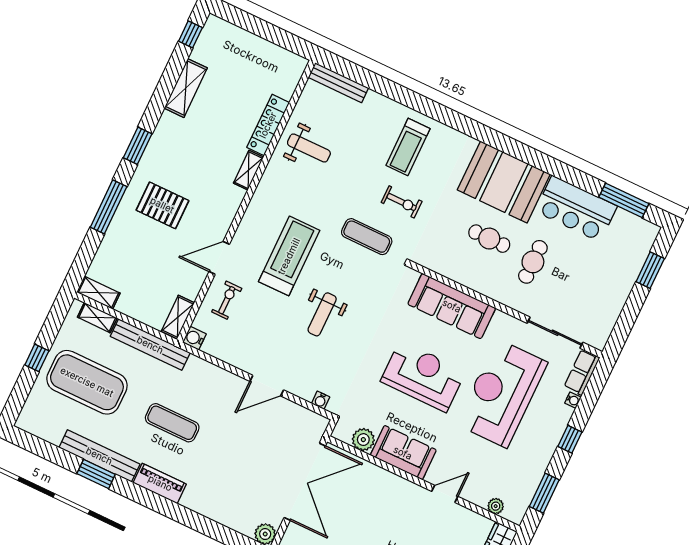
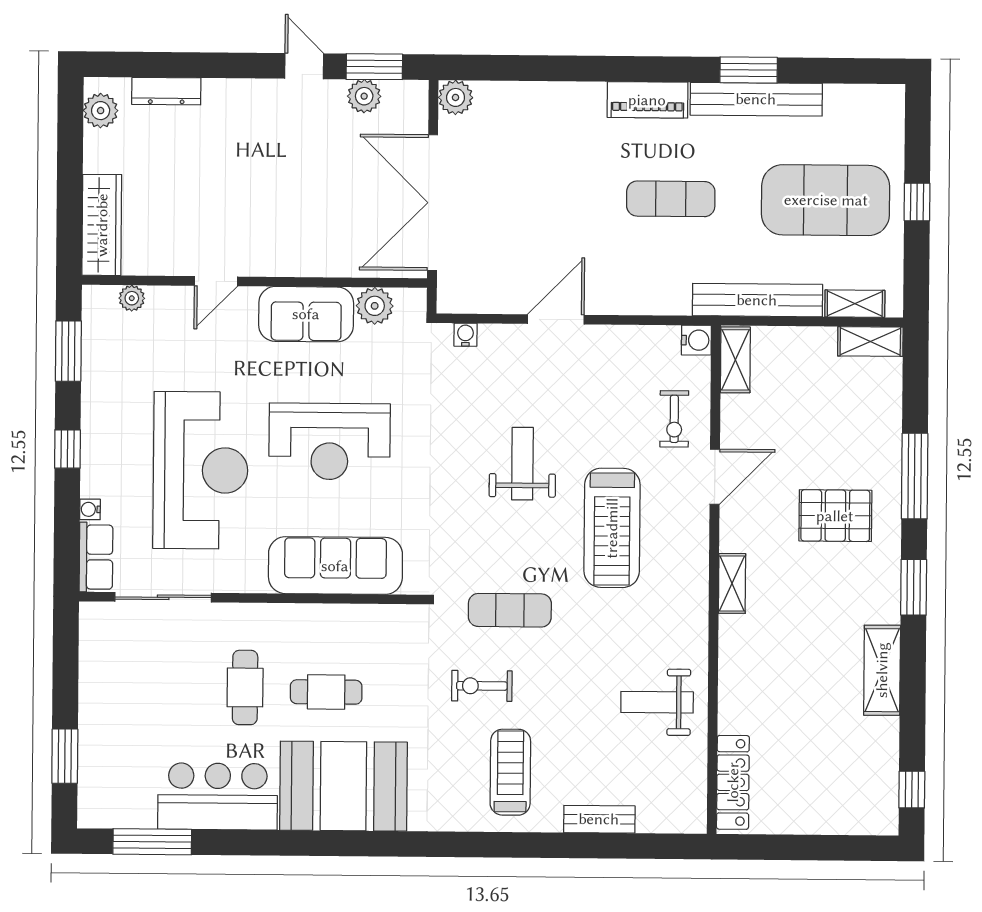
bench: (338, 83) -> (599, 819), moved, width x0.73
shelving: (186, 88) -> (882, 670), moved
locker: (268, 125) -> (733, 782), moved
shelving: (249, 170) -> (732, 583), moved

